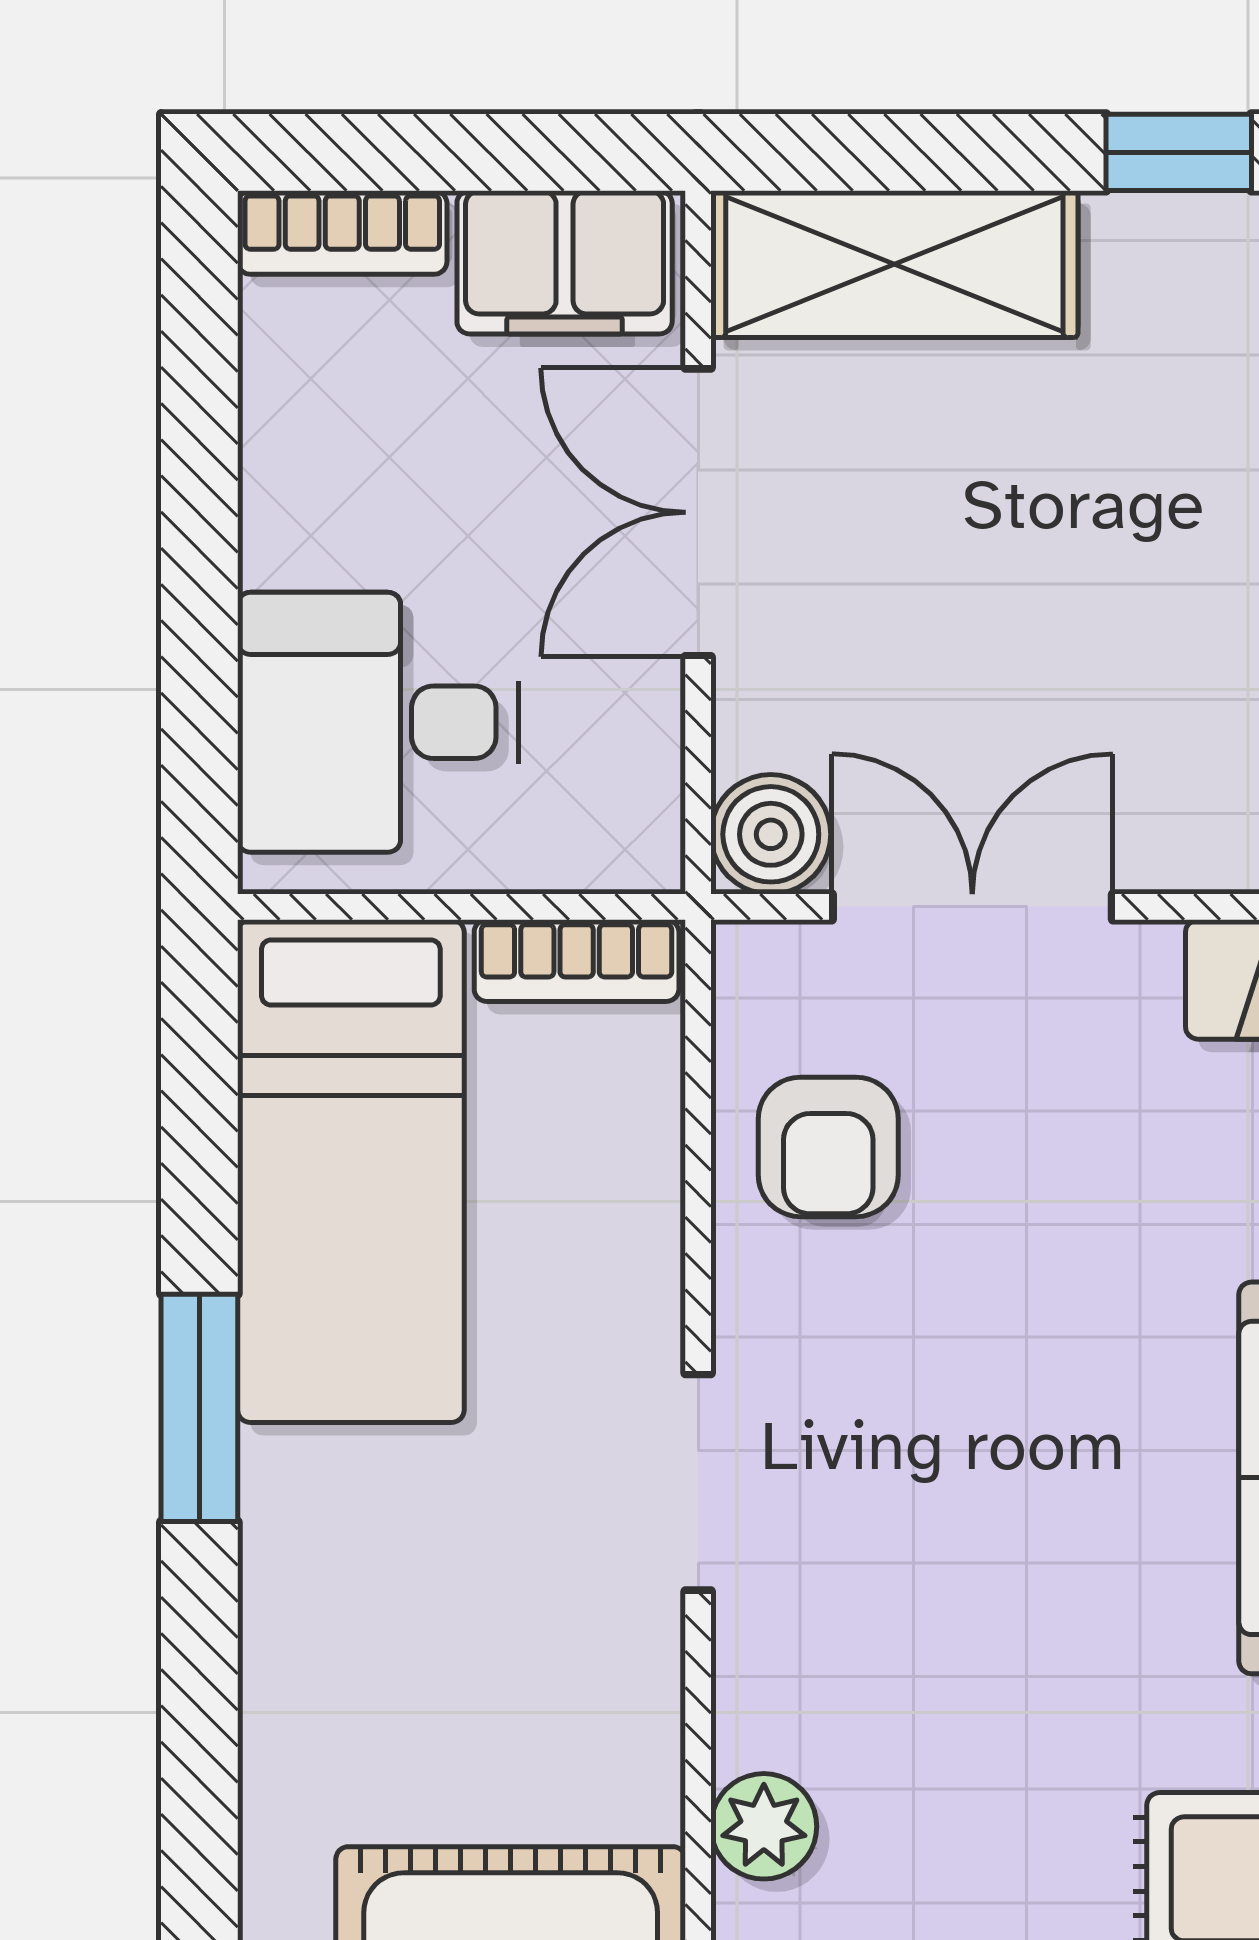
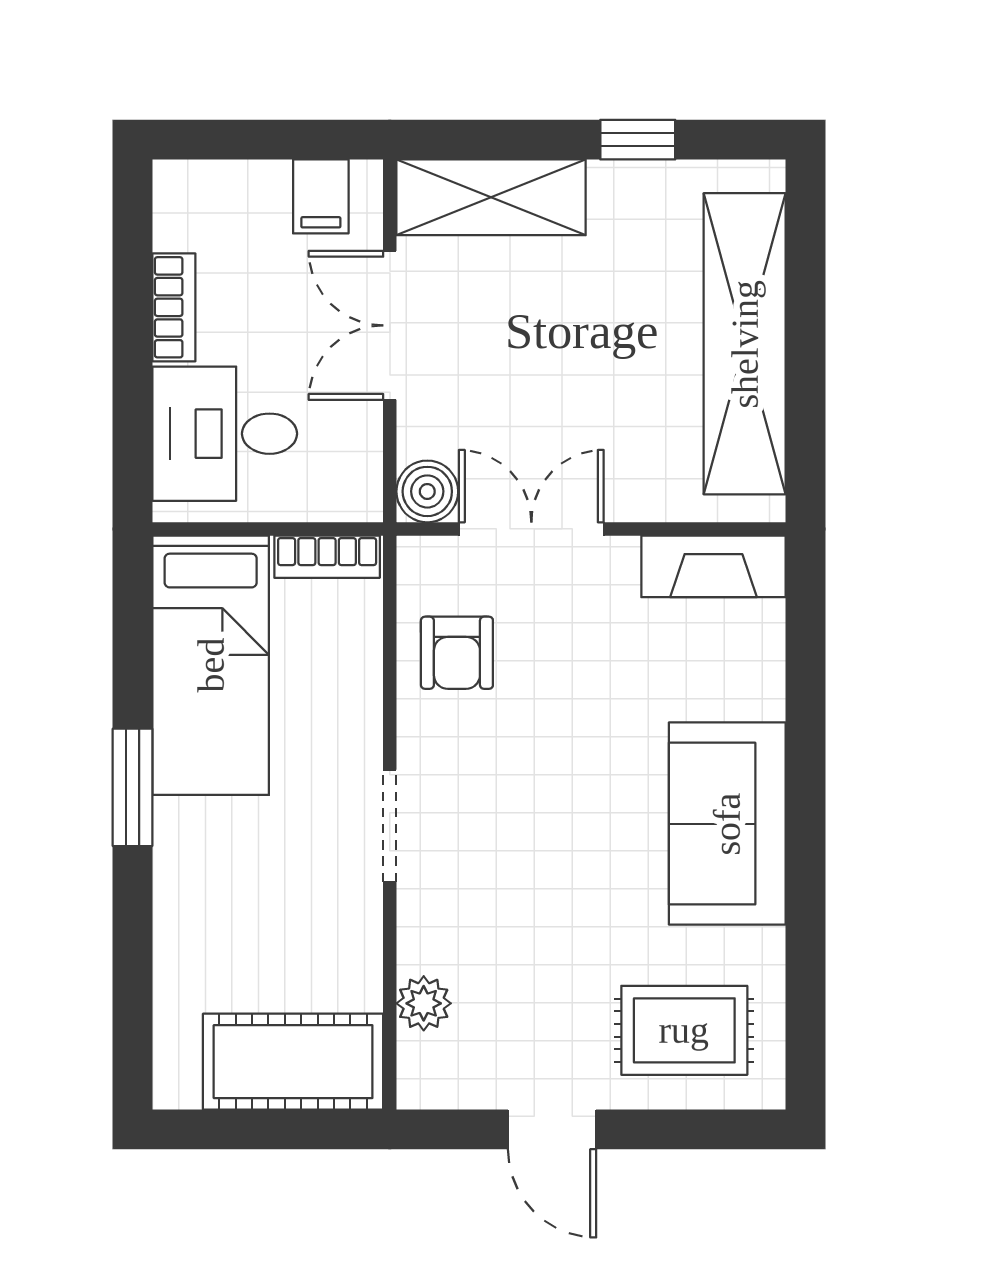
bookcase: (342, 233) -> (174, 307), moved, turned -90
filing cabinet: (565, 262) -> (321, 196), width x0.50

